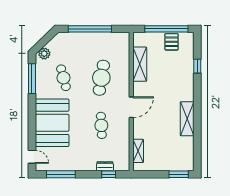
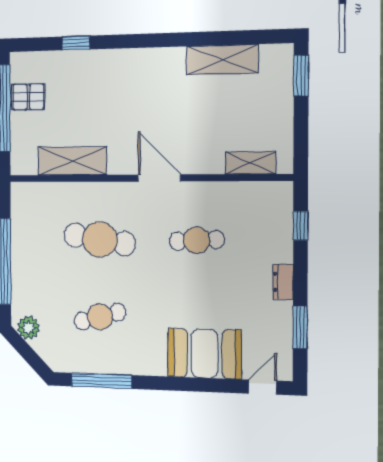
plant: (44, 54) -> (28, 328), moved
shelving: (187, 119) -> (222, 60), moved
booth: (52, 123) -> (204, 354), width x0.73, depth x0.70
dresser: (105, 166) -> (283, 282), moved
window: (61, 174) -> (300, 327), width x0.69

